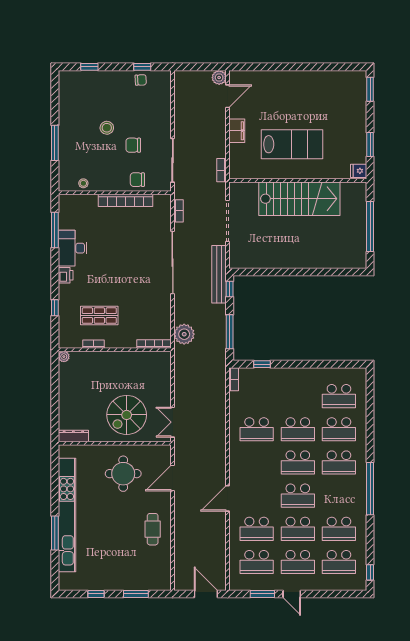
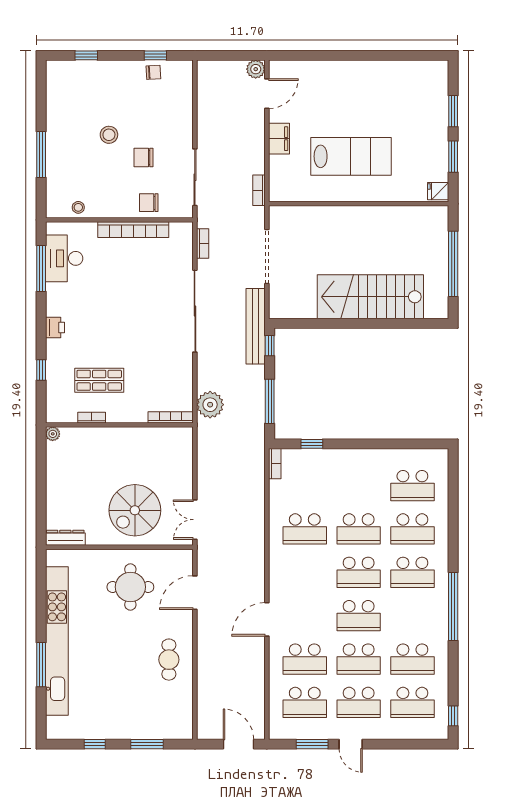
window: (370, 89) -> (453, 111), moved
stairs: (299, 199) -> (370, 297), moved, turned 180
desk: (73, 248) -> (64, 258), moved

